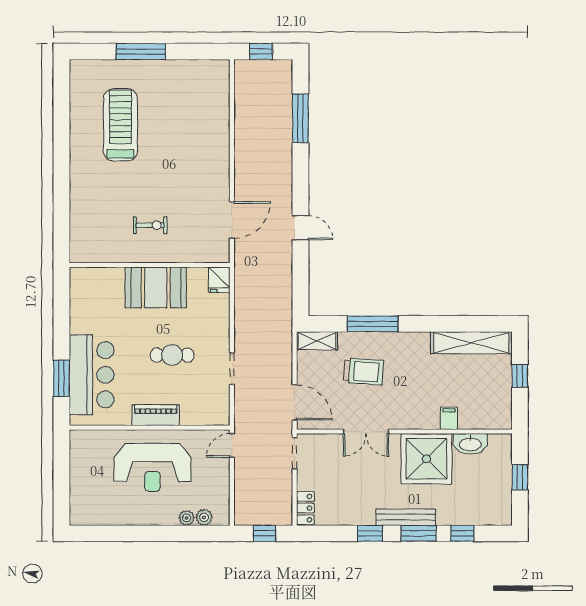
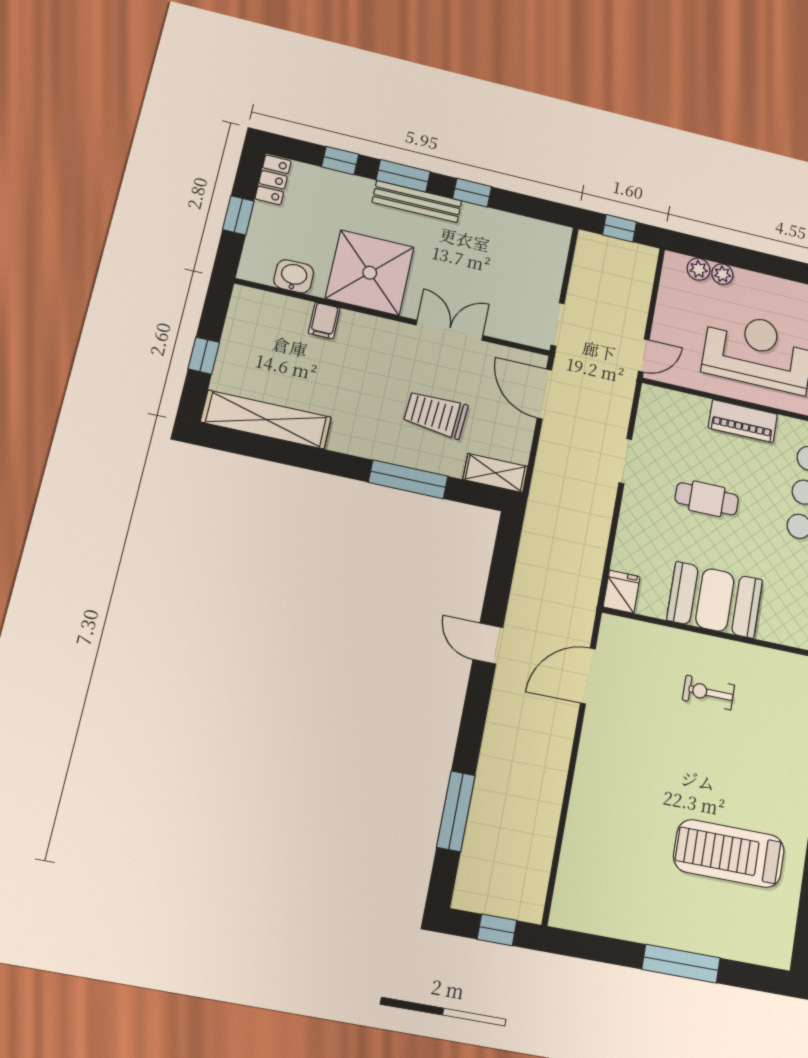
treadmill: (120, 125) -> (729, 854), turned 90
washbasin: (470, 444) -> (294, 276), width x0.72
locker: (305, 508) -> (273, 180), moved, turned 180

